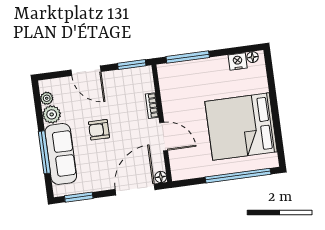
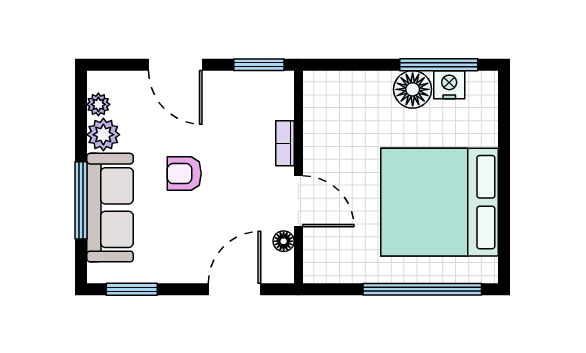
window: (188, 57) -> (439, 65), moved
floor lamp: (253, 57) -> (413, 89), moved, width x1.89, depth x1.89
floor lamp: (161, 177) -> (284, 241), moved
door: (135, 190) -> (235, 289), width x0.73

